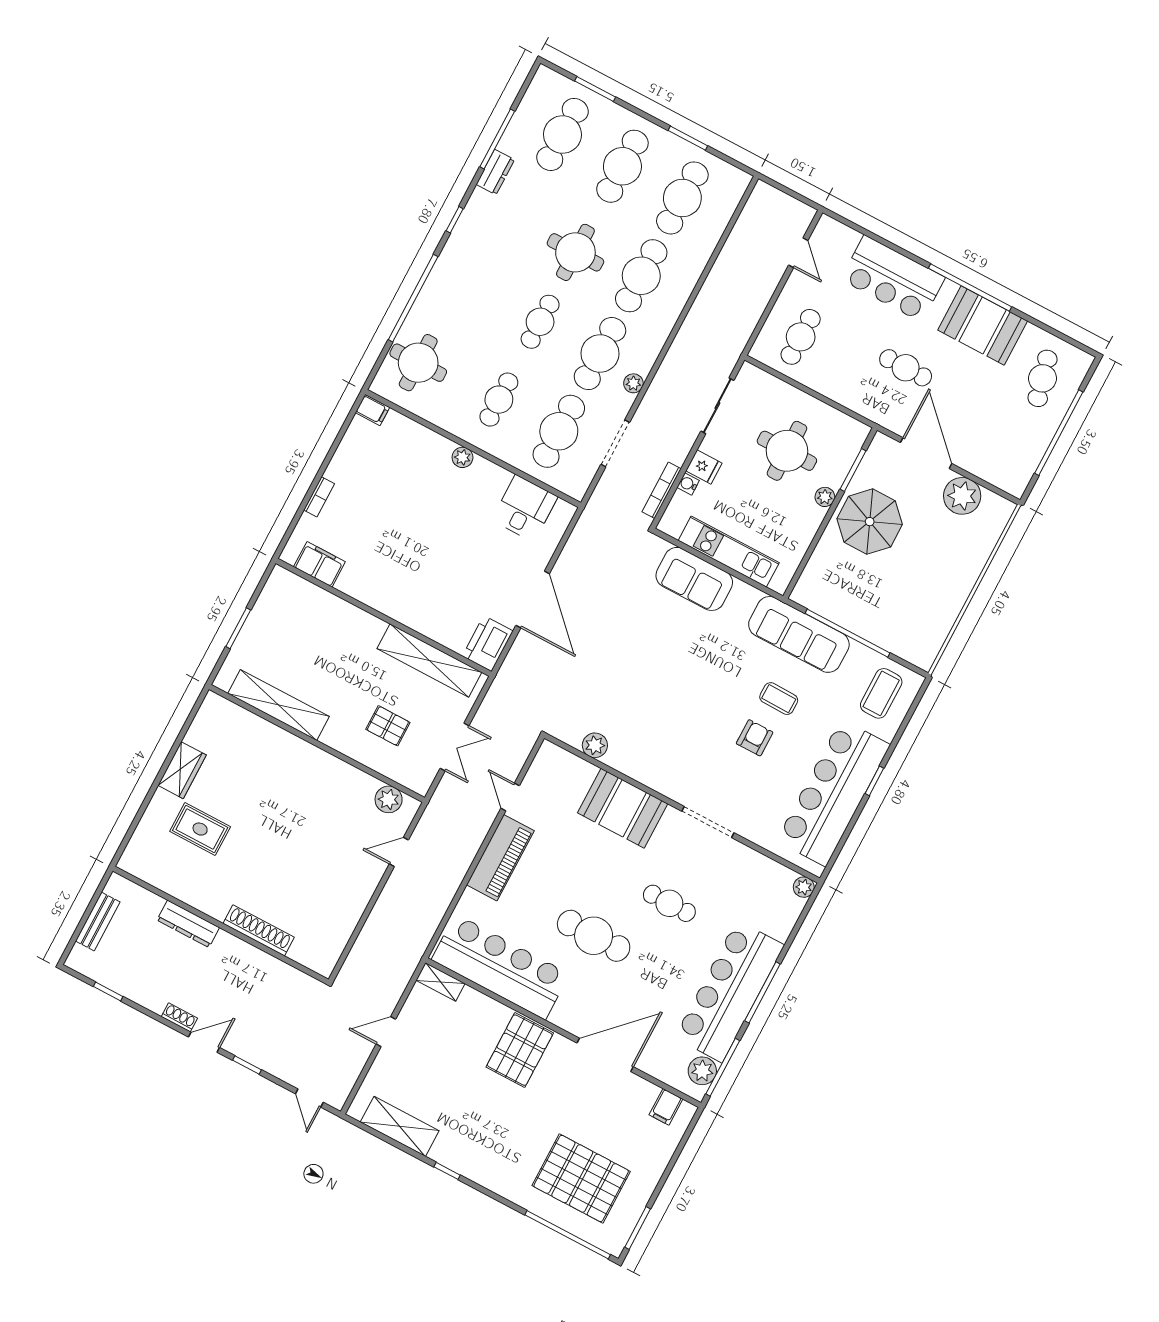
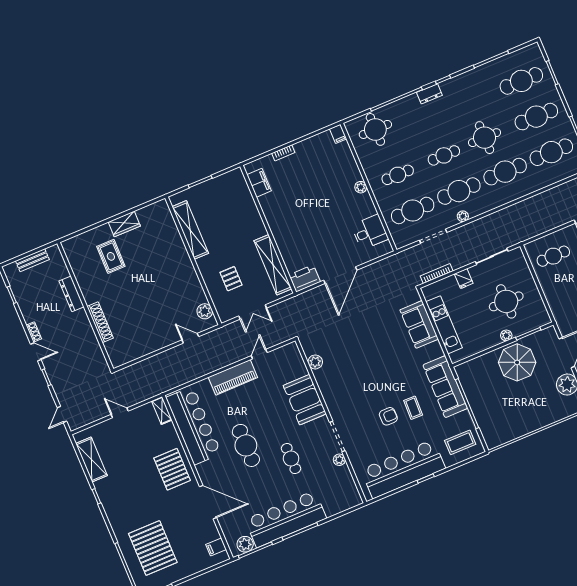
dresser: (495, 172) -> (429, 94), moved
water cooler: (688, 484) -> (451, 280), removed
plant: (804, 887) -> (339, 460), moved
pallet: (520, 1050) -> (172, 469), turned 90

